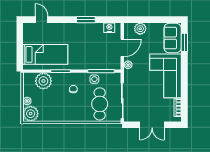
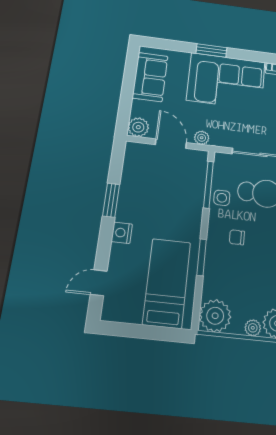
nightstand: (109, 28) -> (122, 233), moved
plant: (140, 29) -> (138, 127), moved
sofa: (173, 38) -> (150, 77), moved, turned -90
window: (184, 42) -> (211, 50), moved
plant: (43, 81) -> (215, 316), moved

